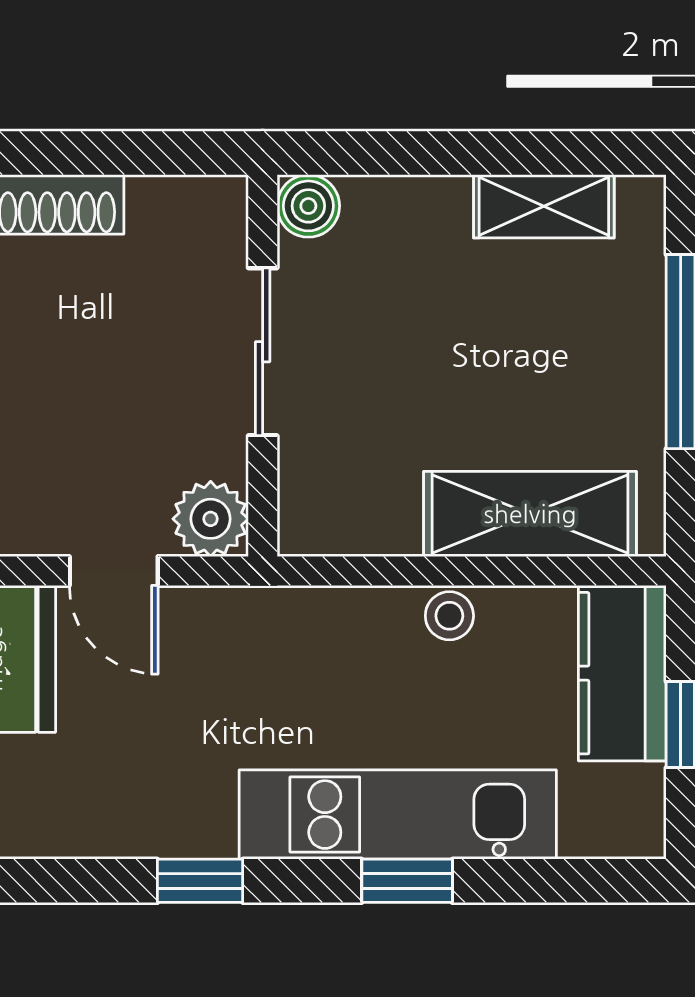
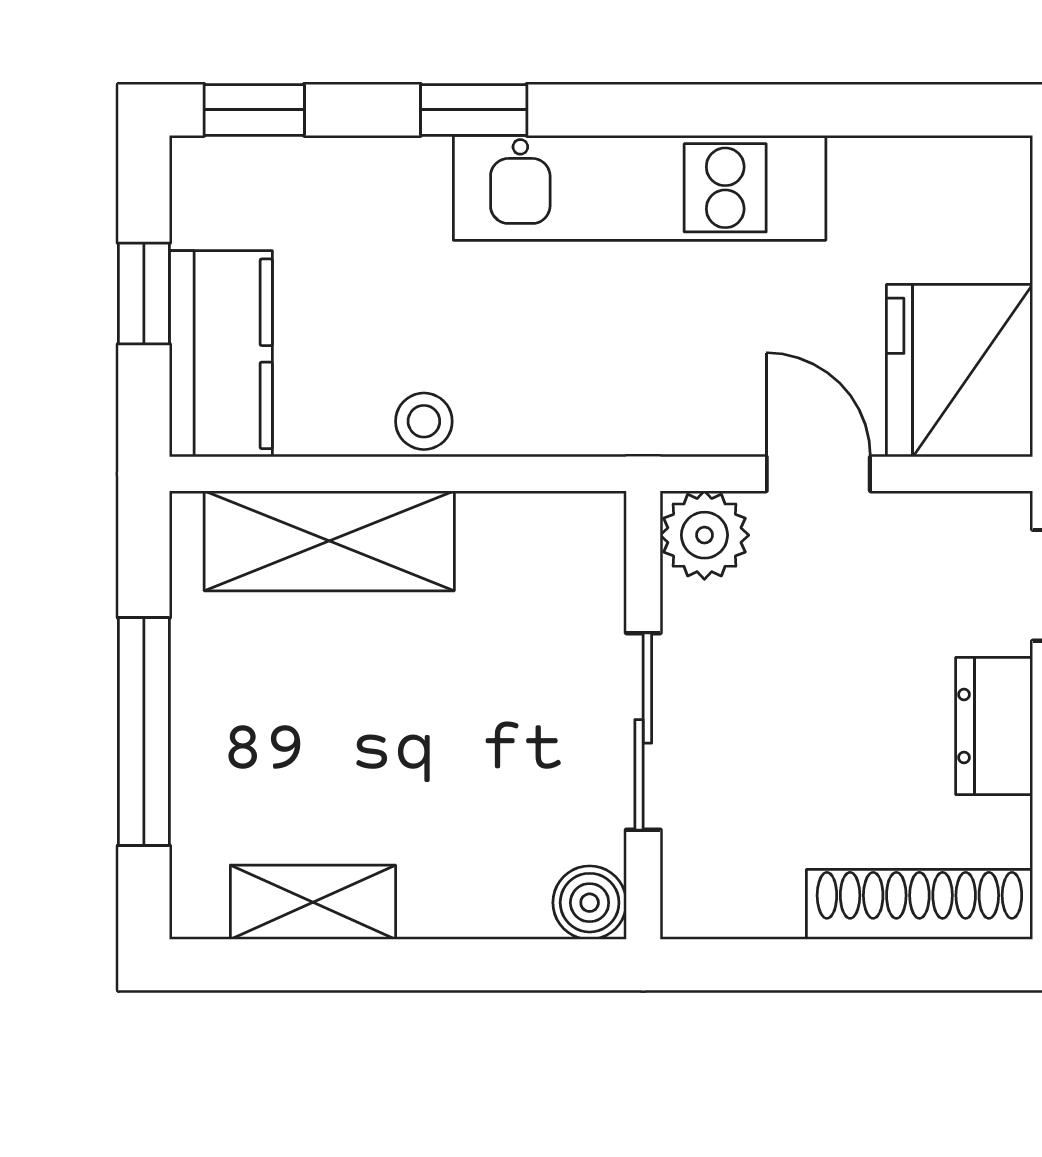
kitchen unit: (398, 815) -> (640, 188), moved
window: (200, 881) -> (254, 110), moved

